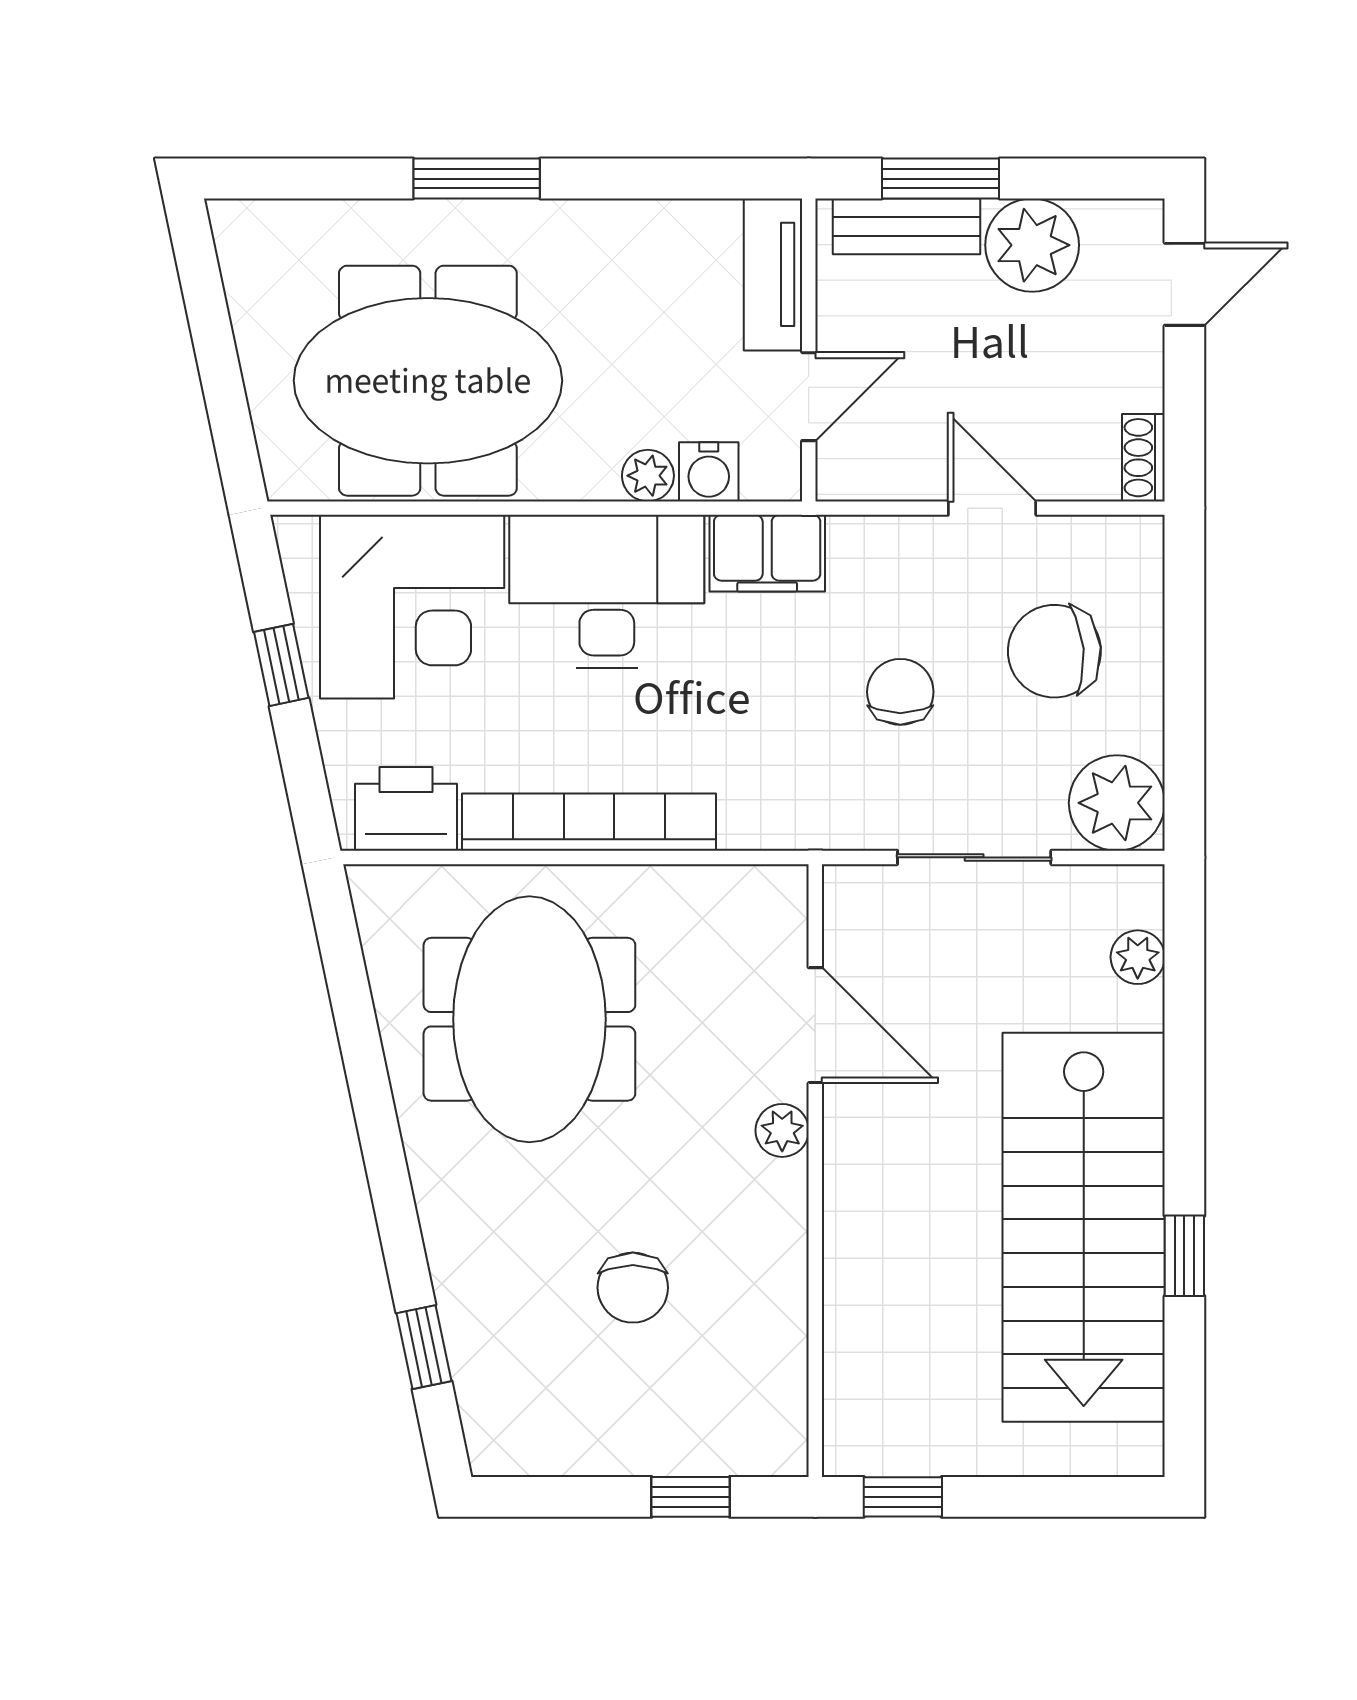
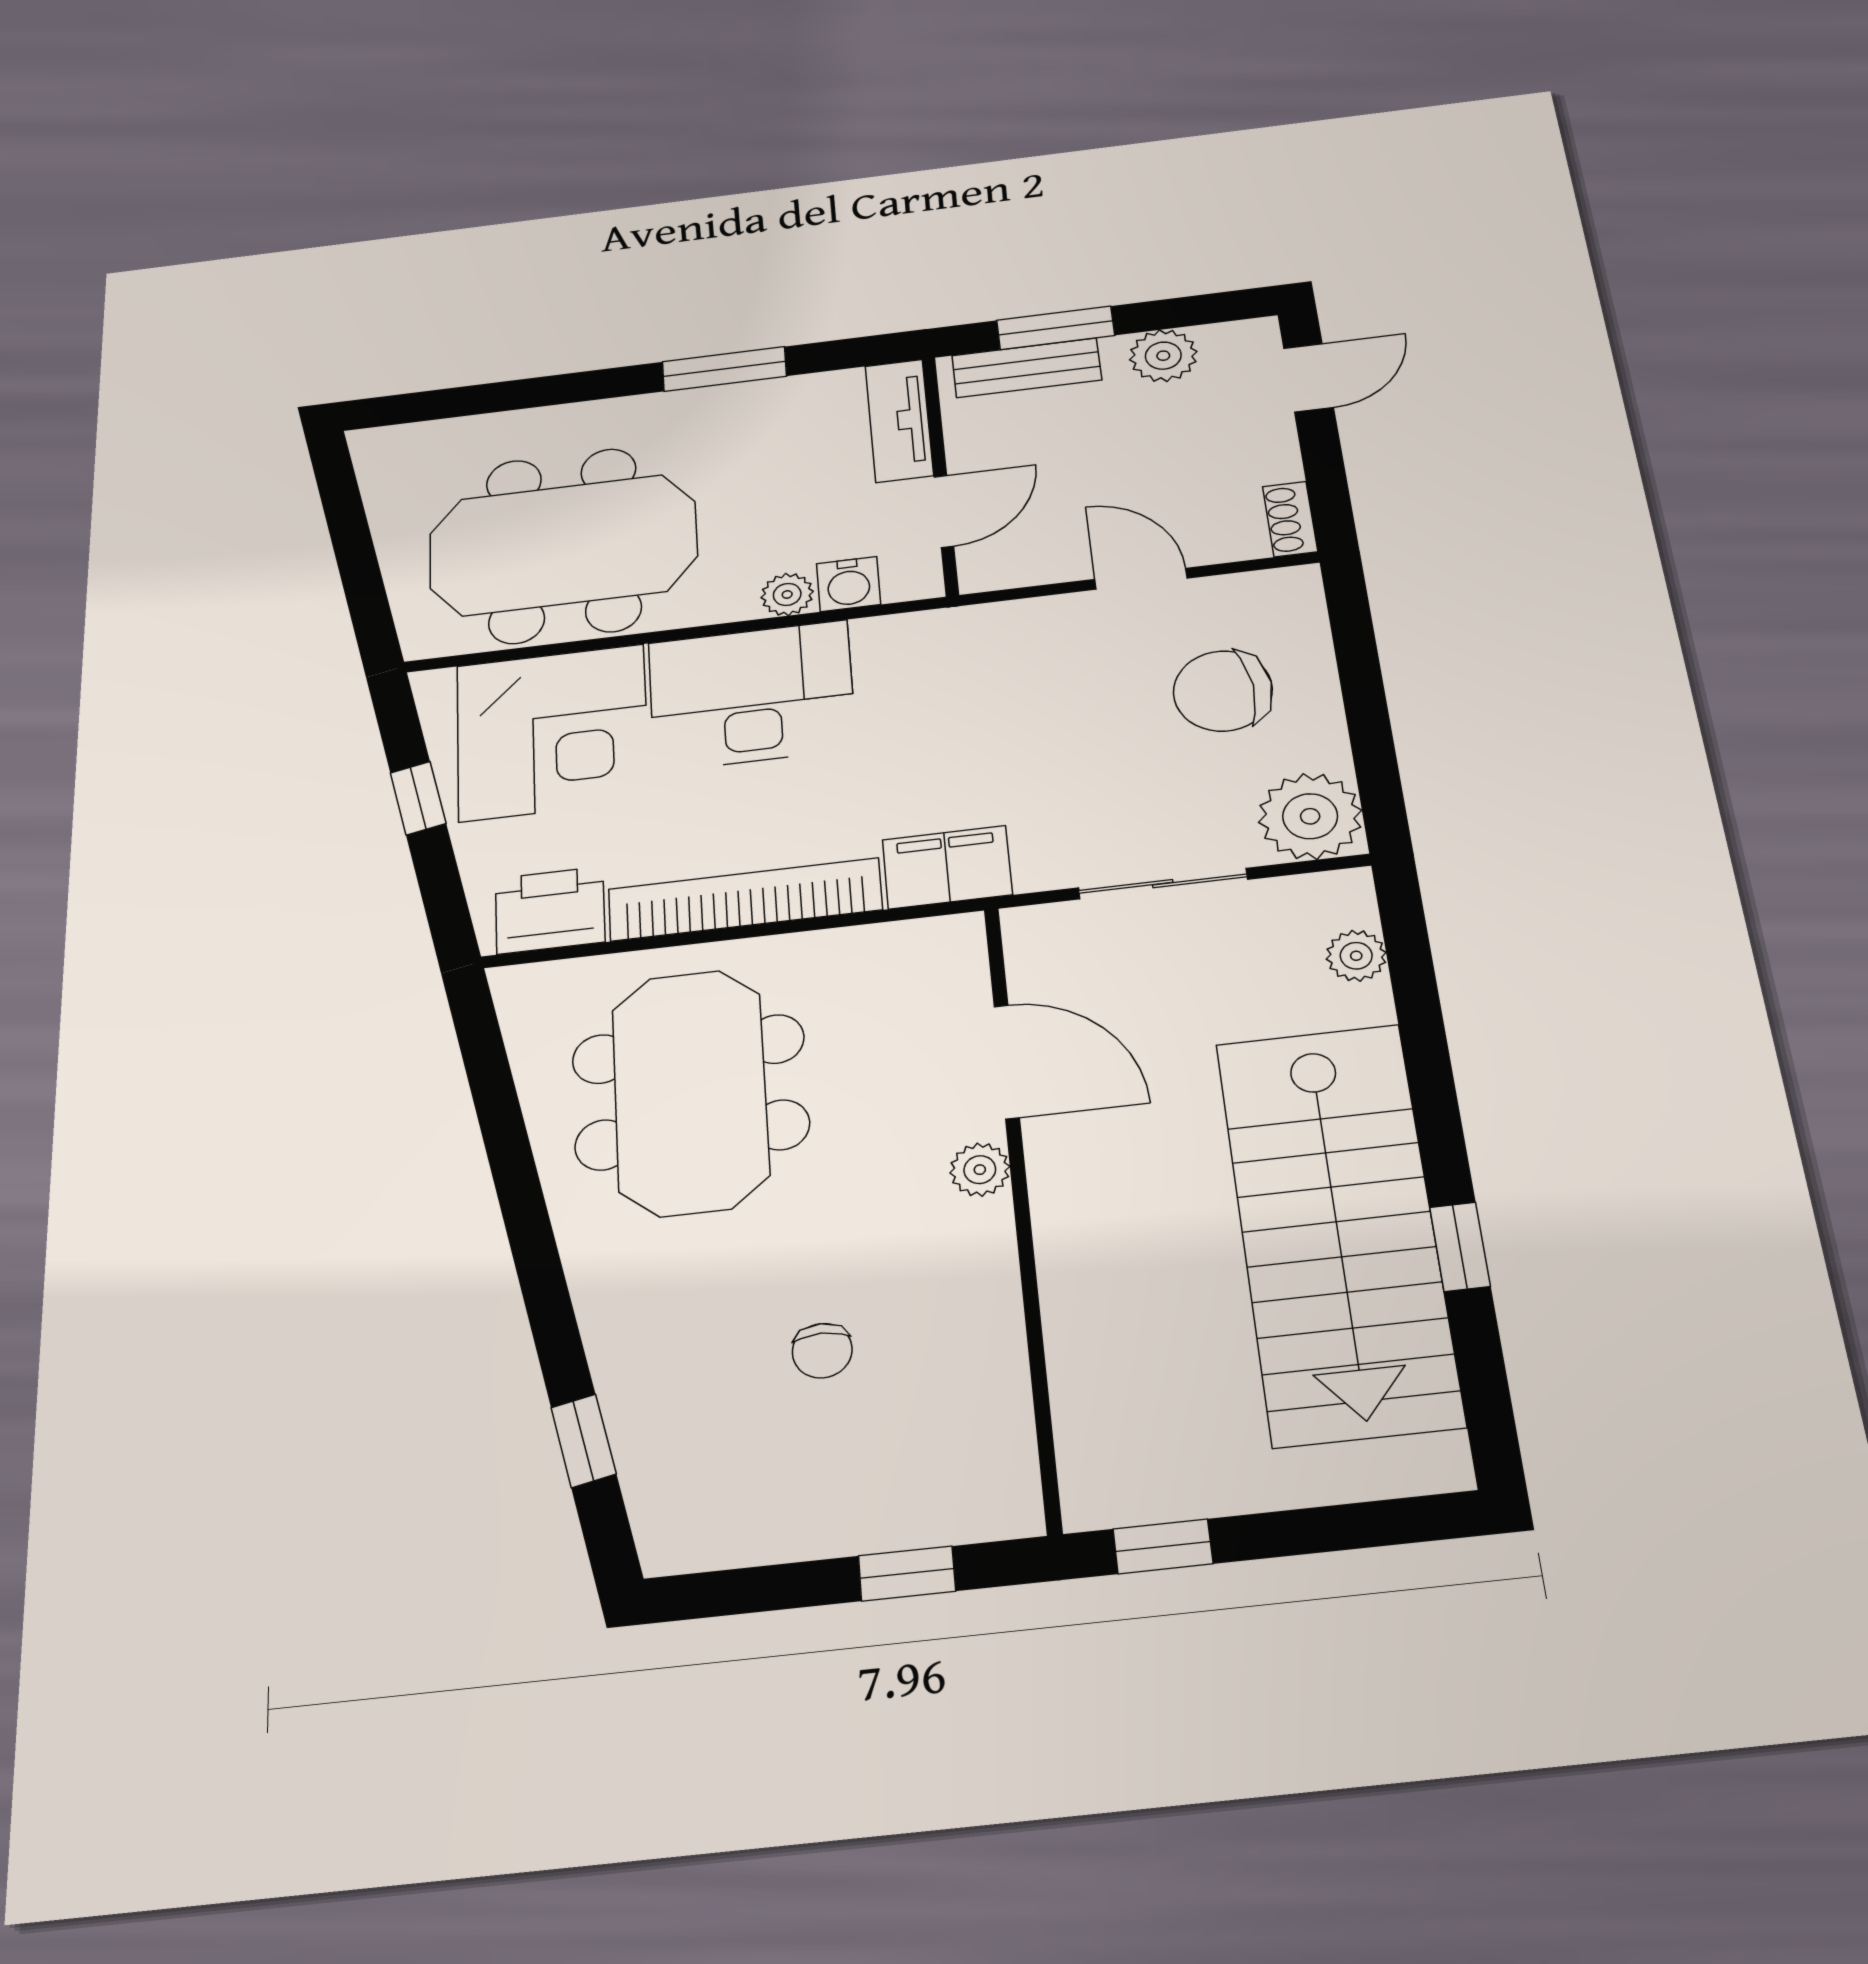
window: (477, 179) -> (724, 369), moved
plant: (1032, 245) -> (1163, 356), width x0.73, depth x0.73
filing cabinet: (767, 553) -> (947, 867), moved, turned 180
chair: (900, 692) -> (1065, 745), removed
chair: (633, 1288) -> (822, 1351), width x0.73, depth x0.73

